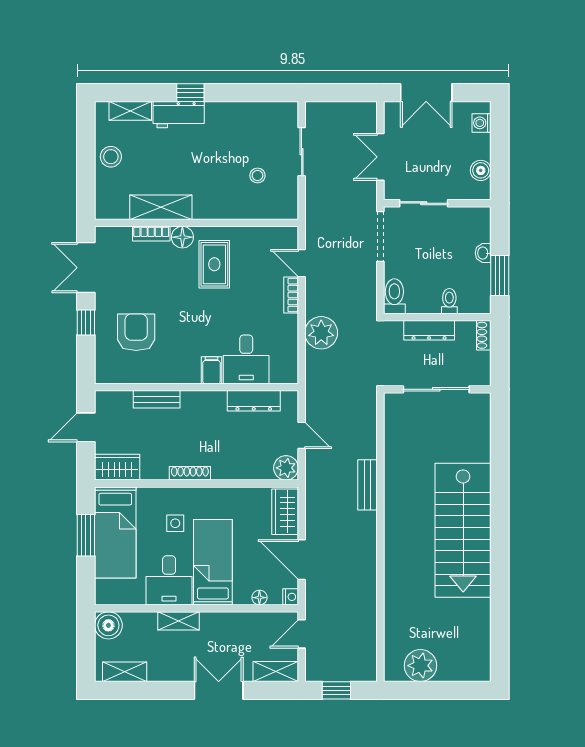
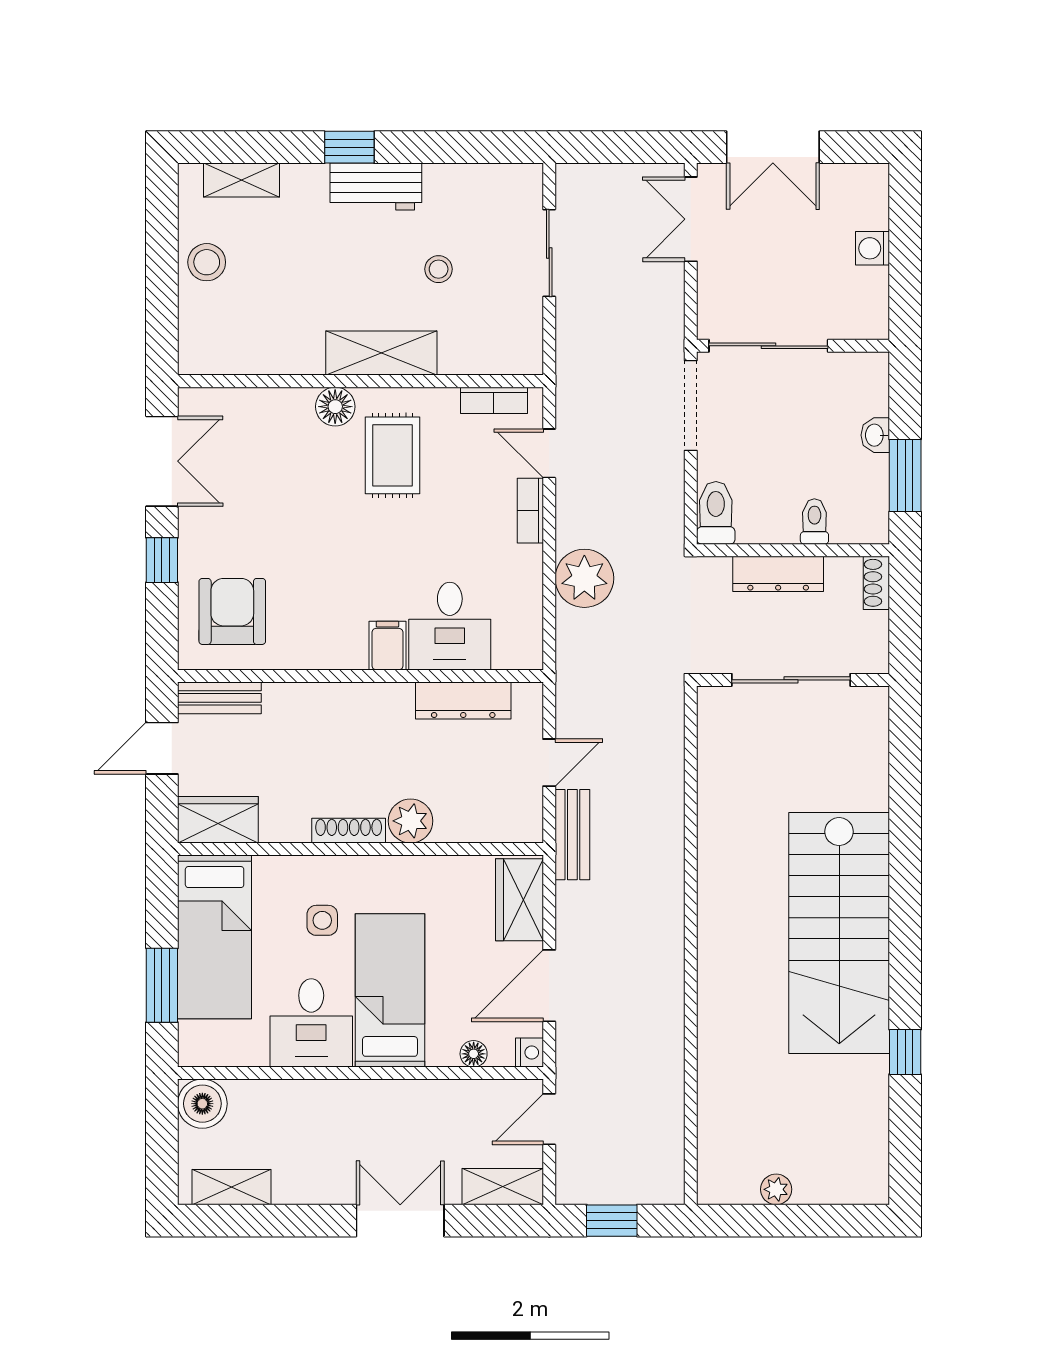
workbench: (179, 115) -> (376, 187), moved
washing machine: (482, 123) -> (872, 248), moved
double door: (380, 157) -> (691, 219), moved
boiler: (481, 170) -> (871, 287), removed
stool: (257, 175) -> (439, 269), moved
sliding door: (424, 203) -> (768, 346), width x1.37
shelving: (161, 207) -> (381, 353), moved
bookcase: (151, 234) -> (494, 400), moved
double door: (86, 268) -> (162, 461), swing flipped
armchair: (136, 332) -> (232, 611), moved
bench: (157, 399) -> (219, 698), moved
door: (302, 435) -> (549, 763), hinge flipped
plant: (286, 468) -> (411, 821), moved
bench: (368, 485) -> (572, 835), moved
window: (86, 535) -> (162, 985), moved
door: (302, 560) -> (549, 986), hinge flipped
window: (500, 597) -> (905, 1052), added
shelving: (178, 621) -> (328, 1096), removed
plant: (420, 666) -> (776, 1189), width x0.53, depth x0.53

